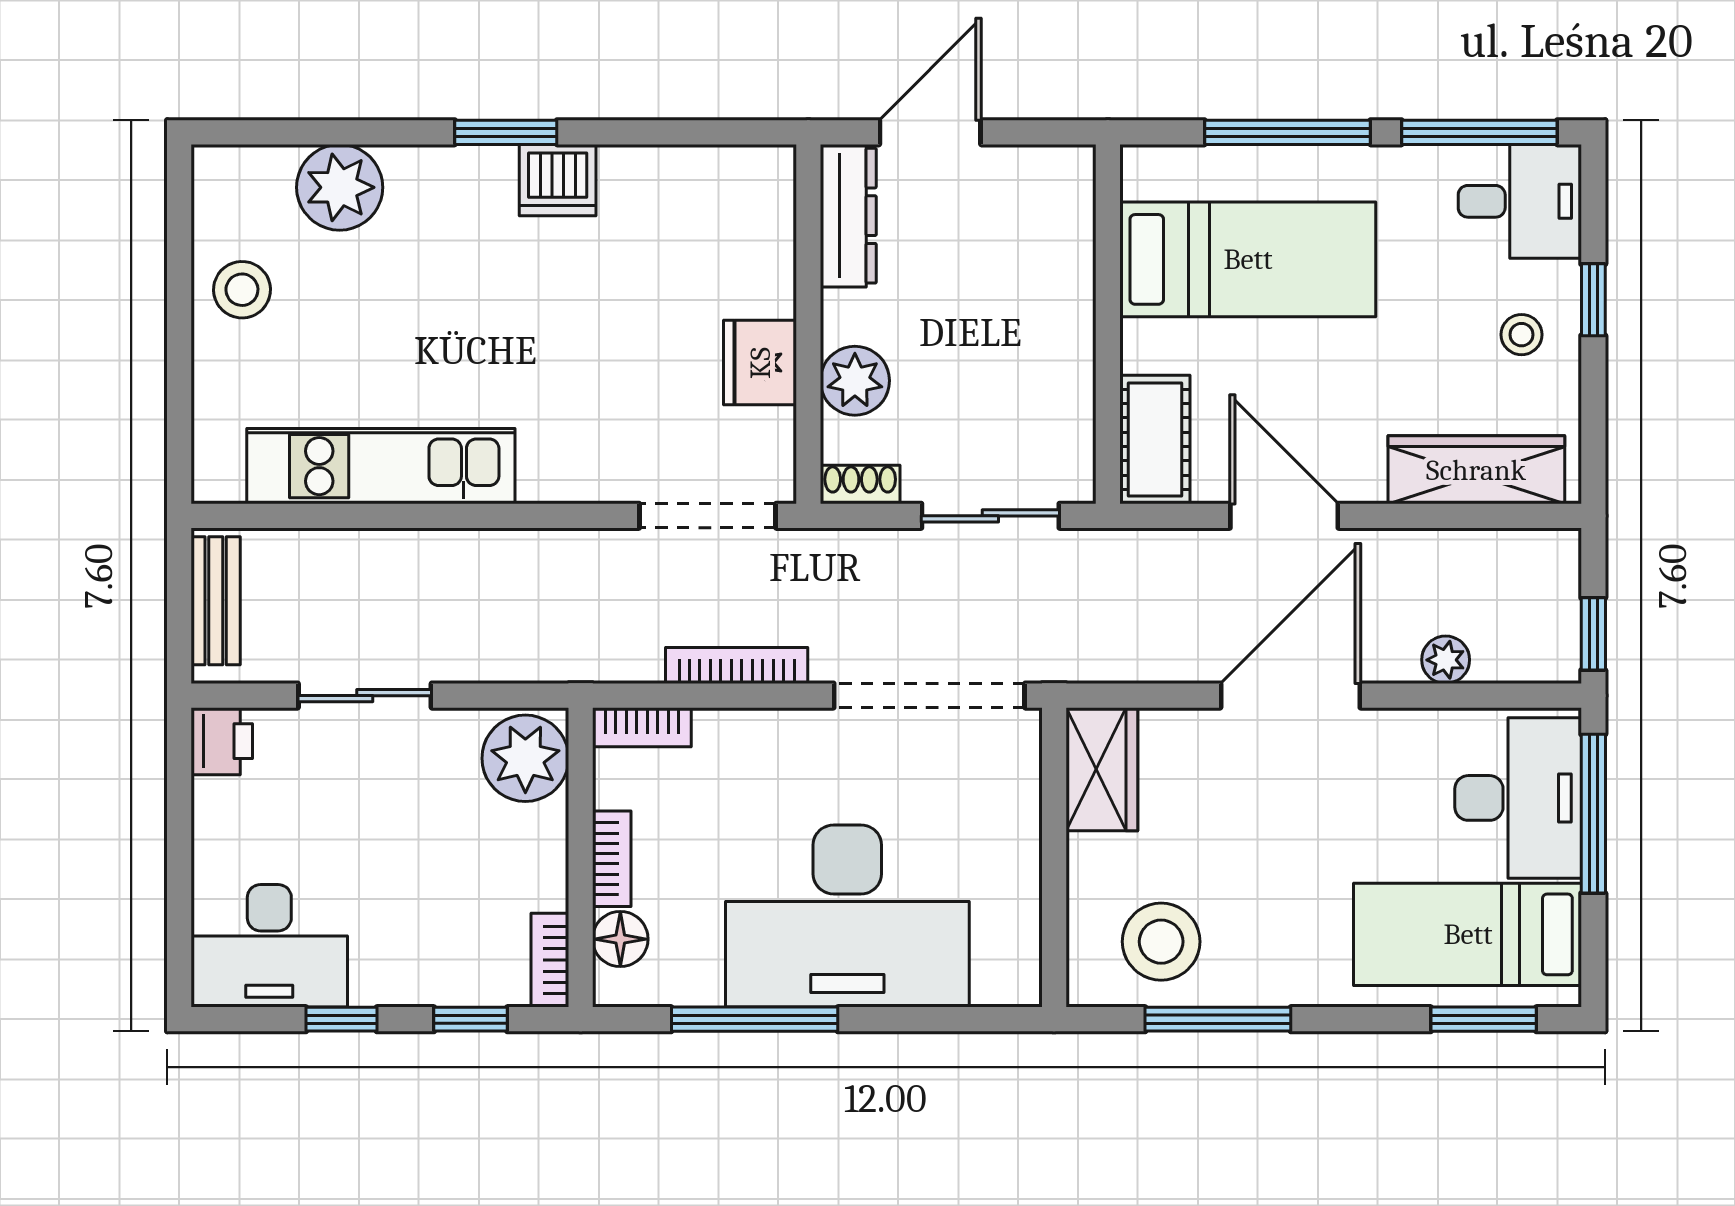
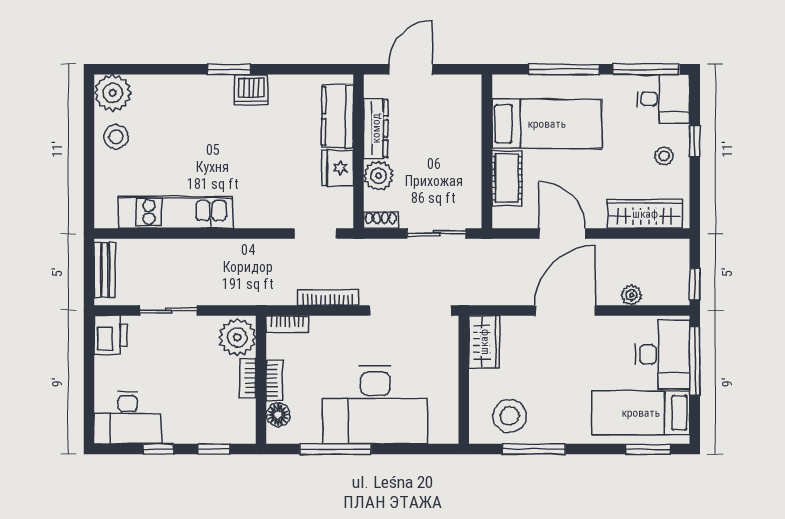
plant: (340, 187) -> (113, 93), moved
dresser: (848, 216) -> (376, 128), moved
kitchen counter: (759, 242) -> (338, 116), added
cot: (1155, 439) -> (507, 178), moved
doorway: (708, 516) -> (315, 234), width x0.73
printer: (222, 741) -> (110, 335), width x1.36, depth x1.24
bookcase: (550, 960) -> (248, 378), moved

